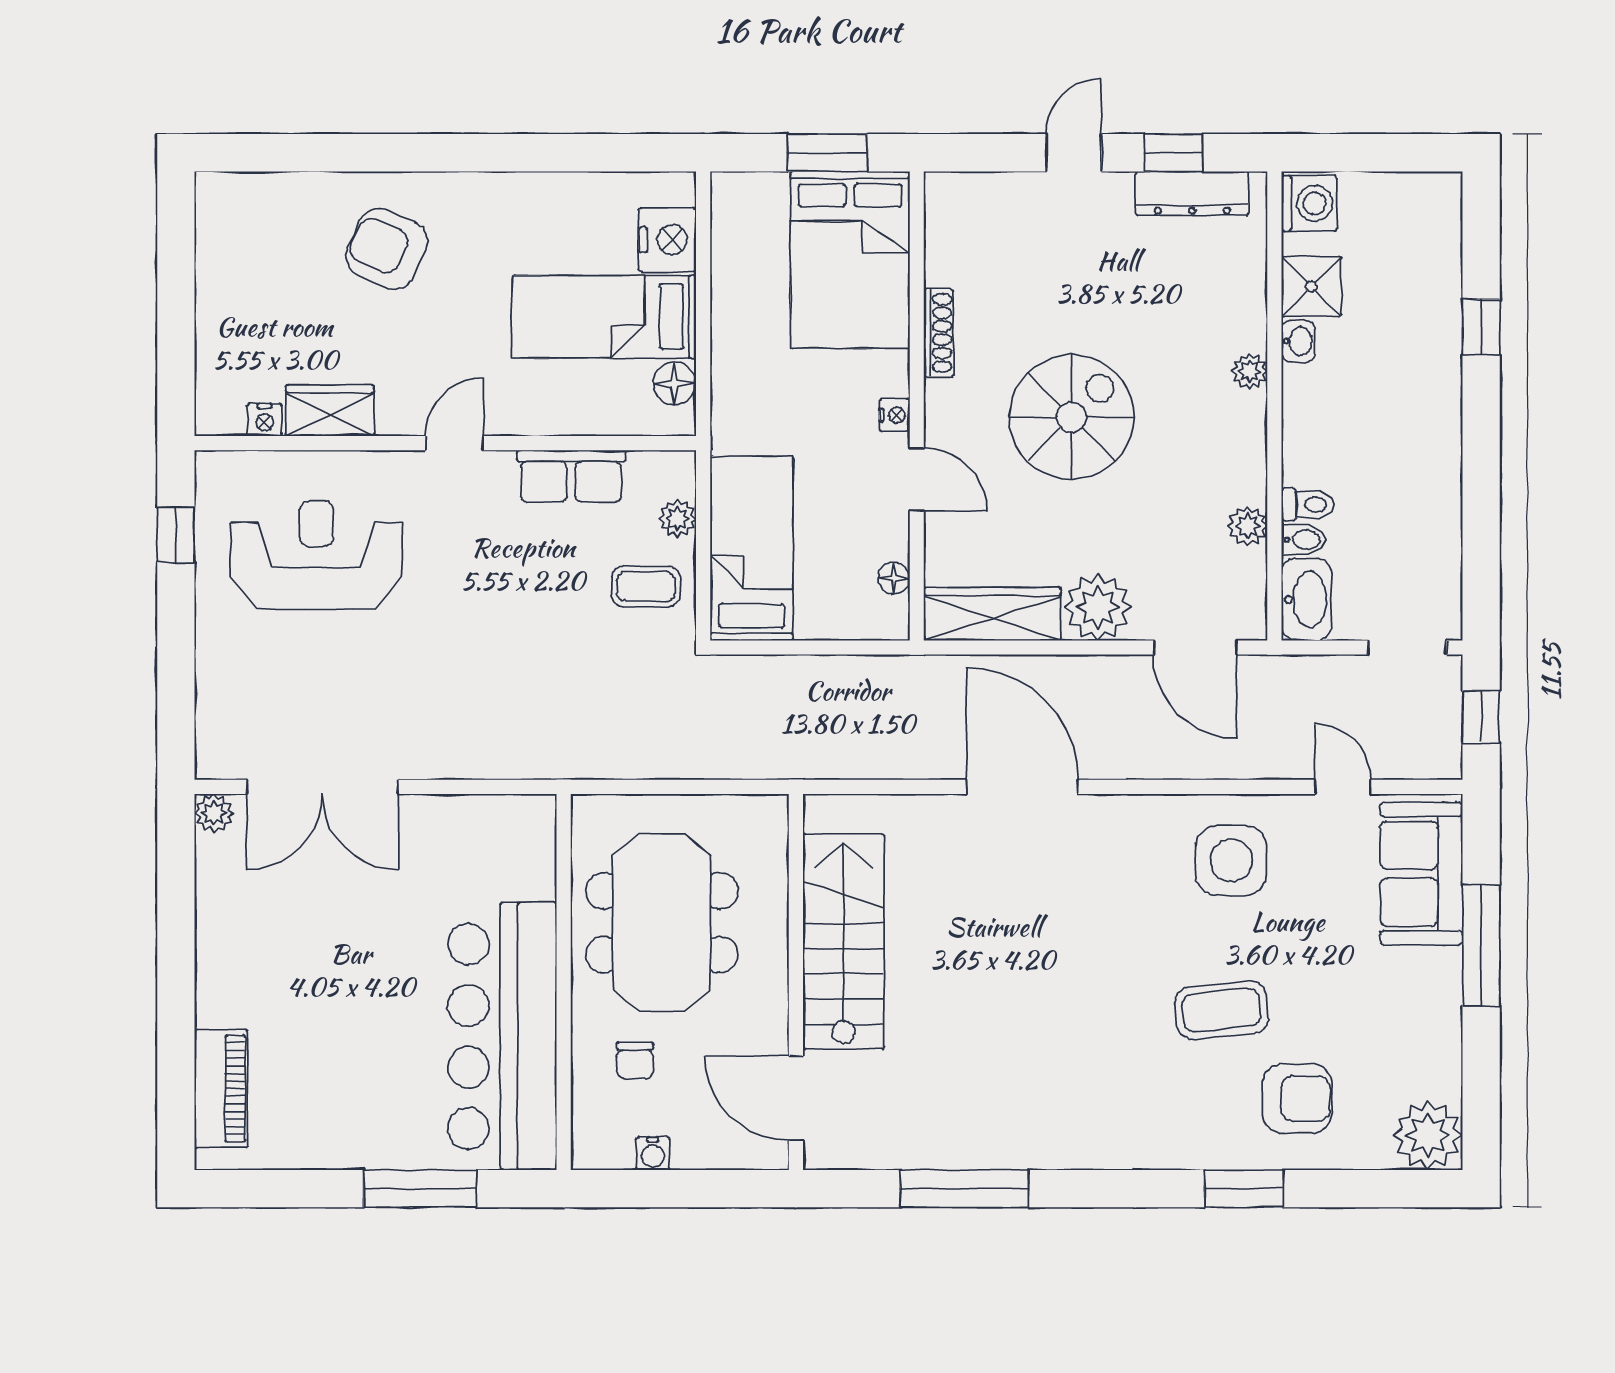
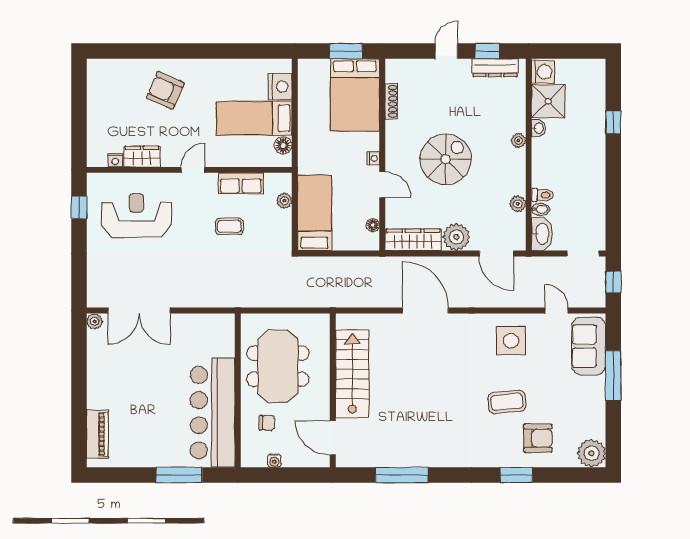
shower: (1311, 287) -> (548, 101), width x1.36, depth x1.36
shoe rack: (939, 333) -> (391, 101), moved
coffee table: (646, 586) -> (229, 226), moved
chair: (635, 1061) -> (267, 423), turned -90

